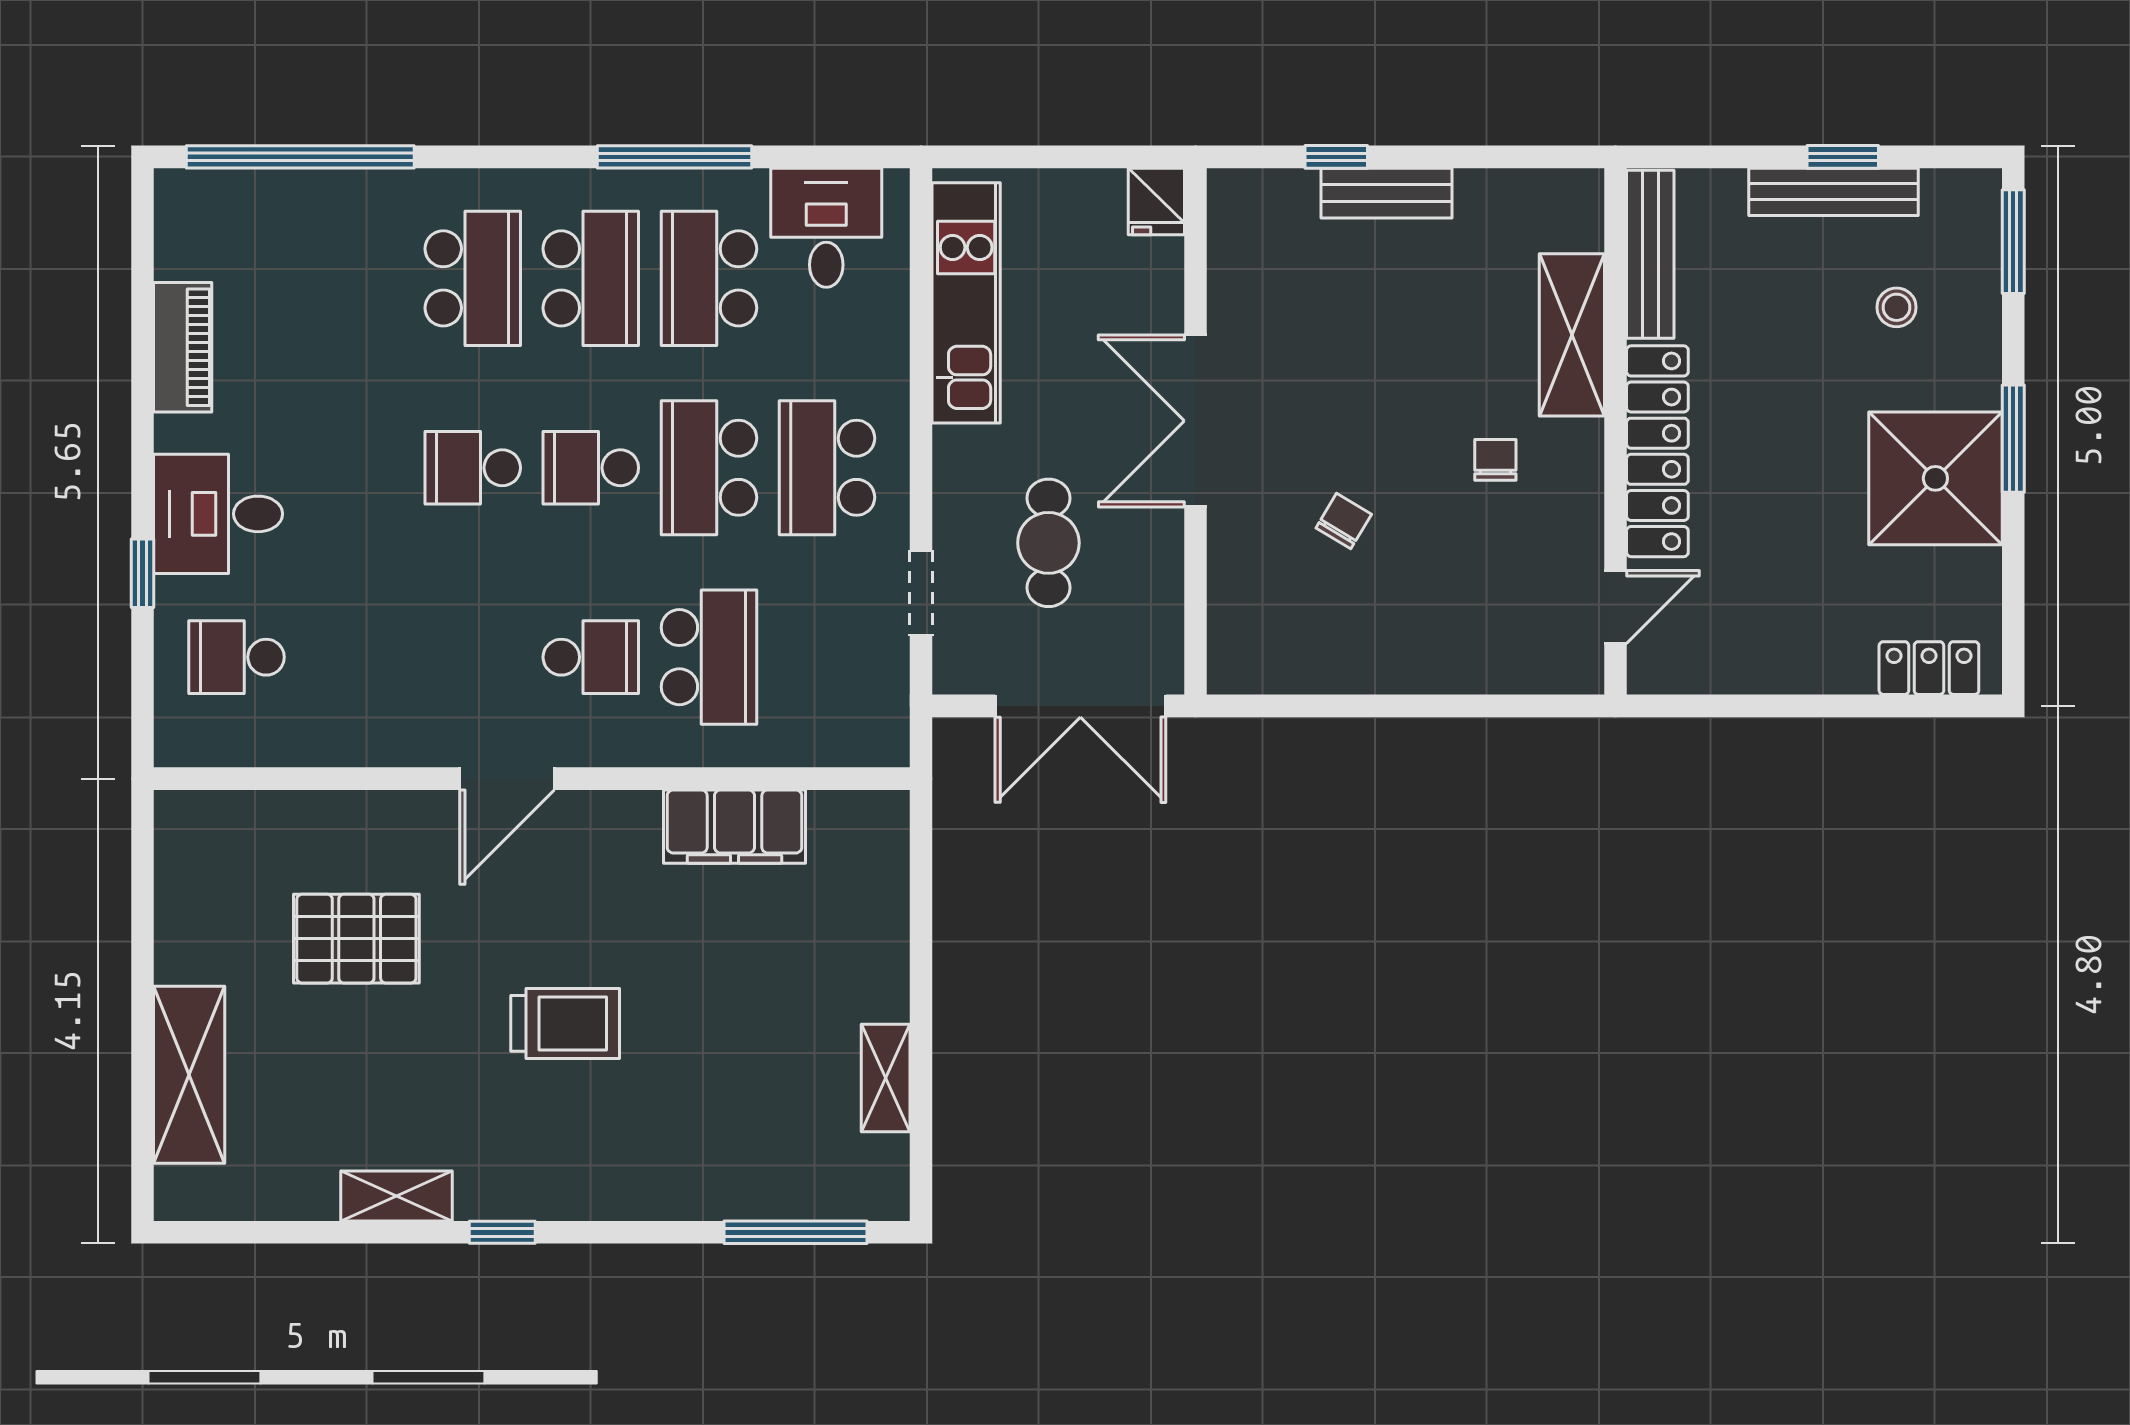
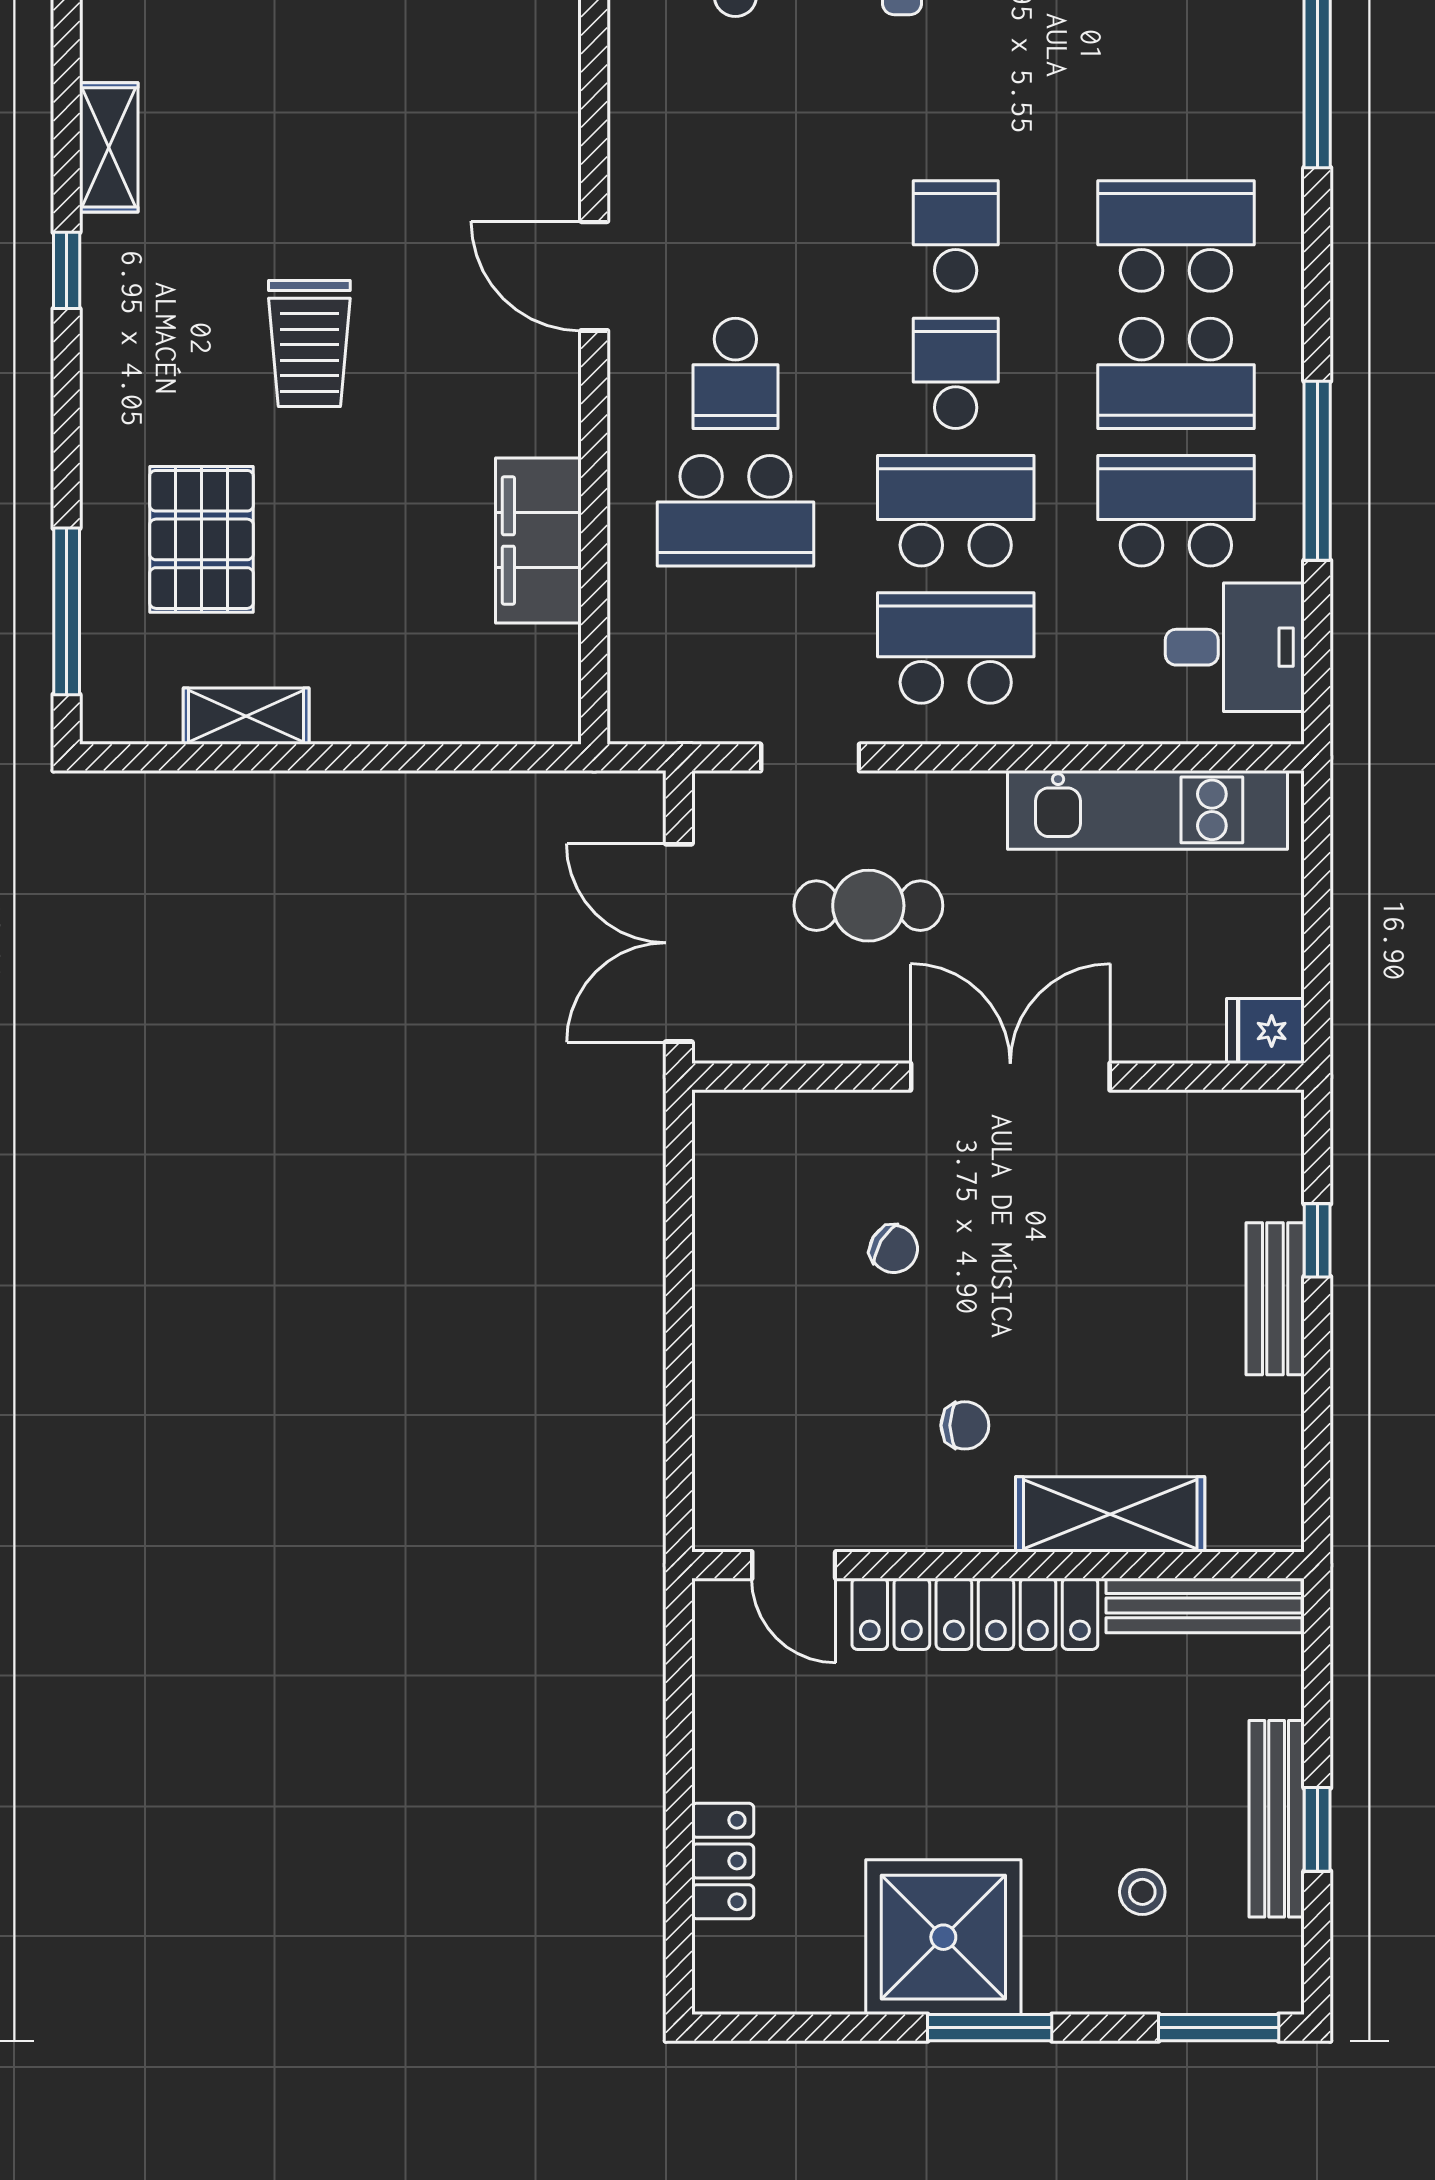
school desk: (473, 278) -> (1176, 236), turned 180
locker: (1929, 668) -> (723, 1861), moved
pallet: (356, 939) -> (202, 539), moved

